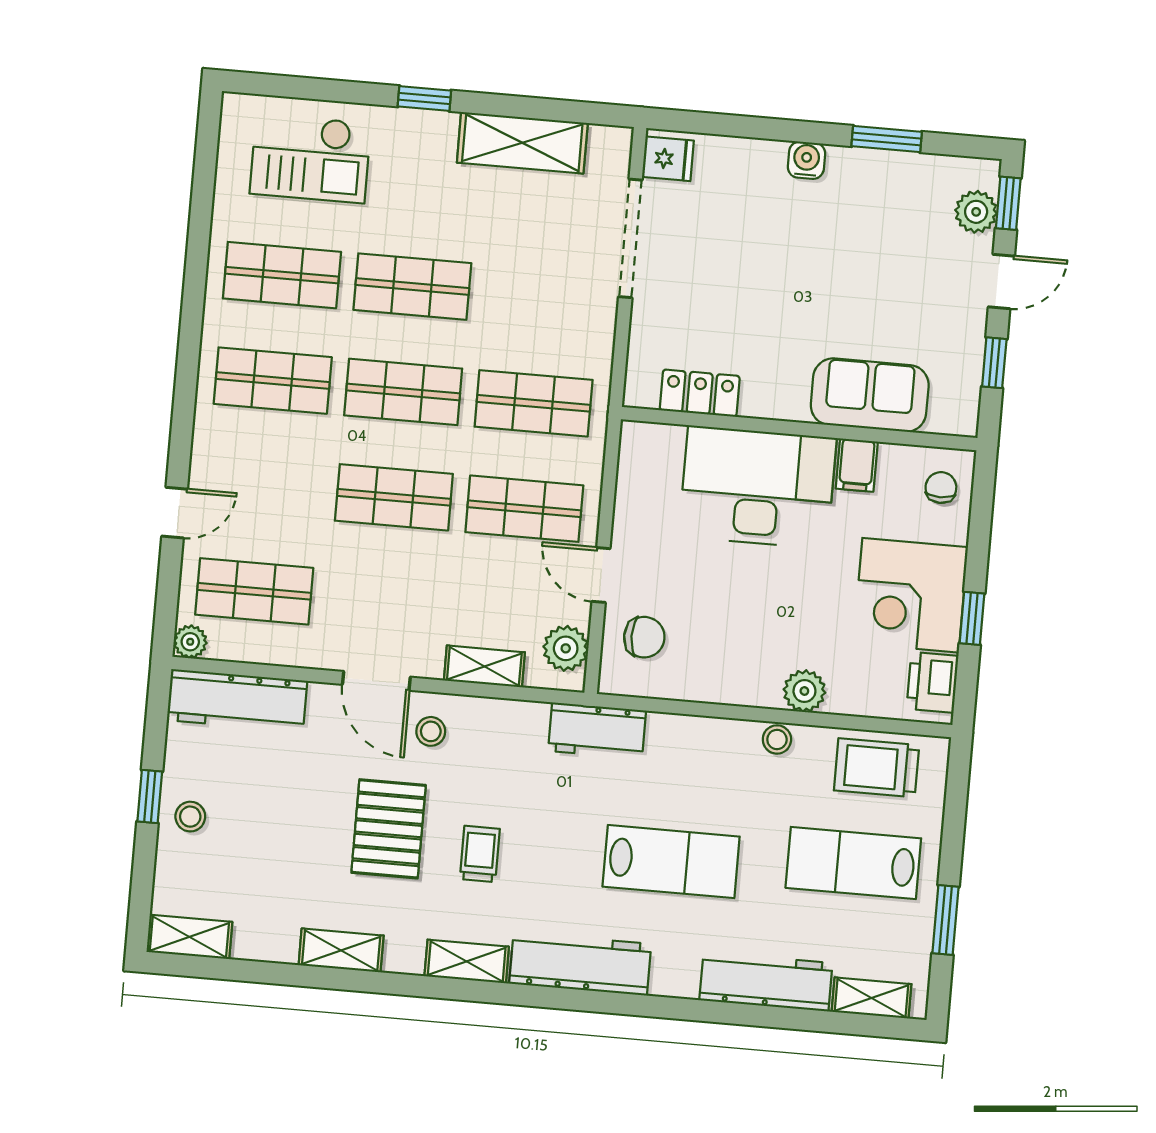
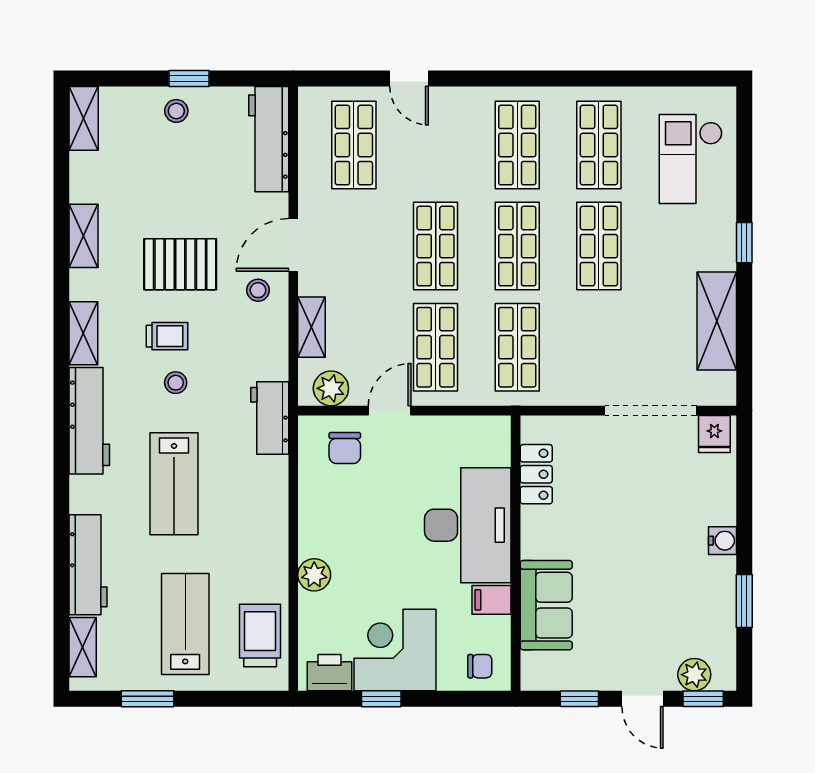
plant: (190, 642) -> (311, 99), removed
stool: (777, 739) -> (176, 383), moved

